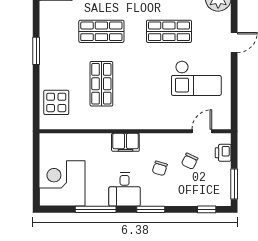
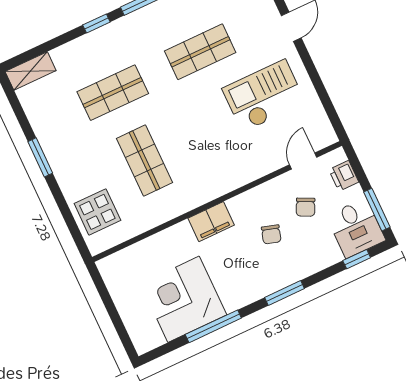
checkout: (196, 78) -> (264, 96), turned 180
corner desk: (62, 183) -> (184, 299), moved
desk: (125, 189) -> (356, 228), moved

